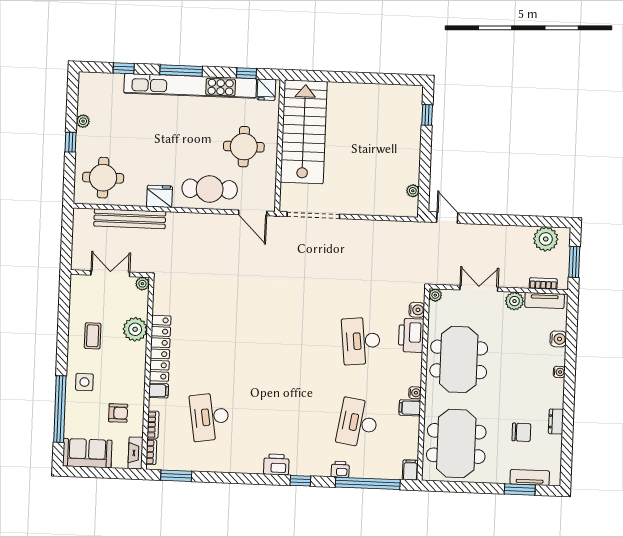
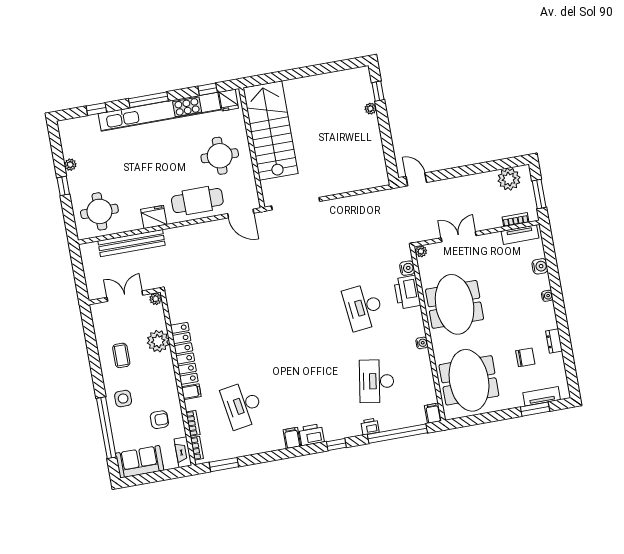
plant: (413, 191) -> (371, 109), moved
plant: (514, 301) -> (493, 241), removed
filing cabinet: (410, 408) -> (292, 438), moved, turned 90

